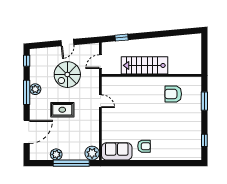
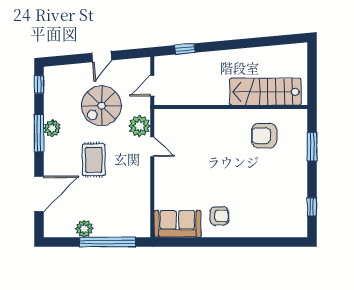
stairs: (144, 65) -> (265, 92), moved
rug: (62, 110) -> (94, 160), turned 90
plant: (92, 153) -> (140, 126), moved

